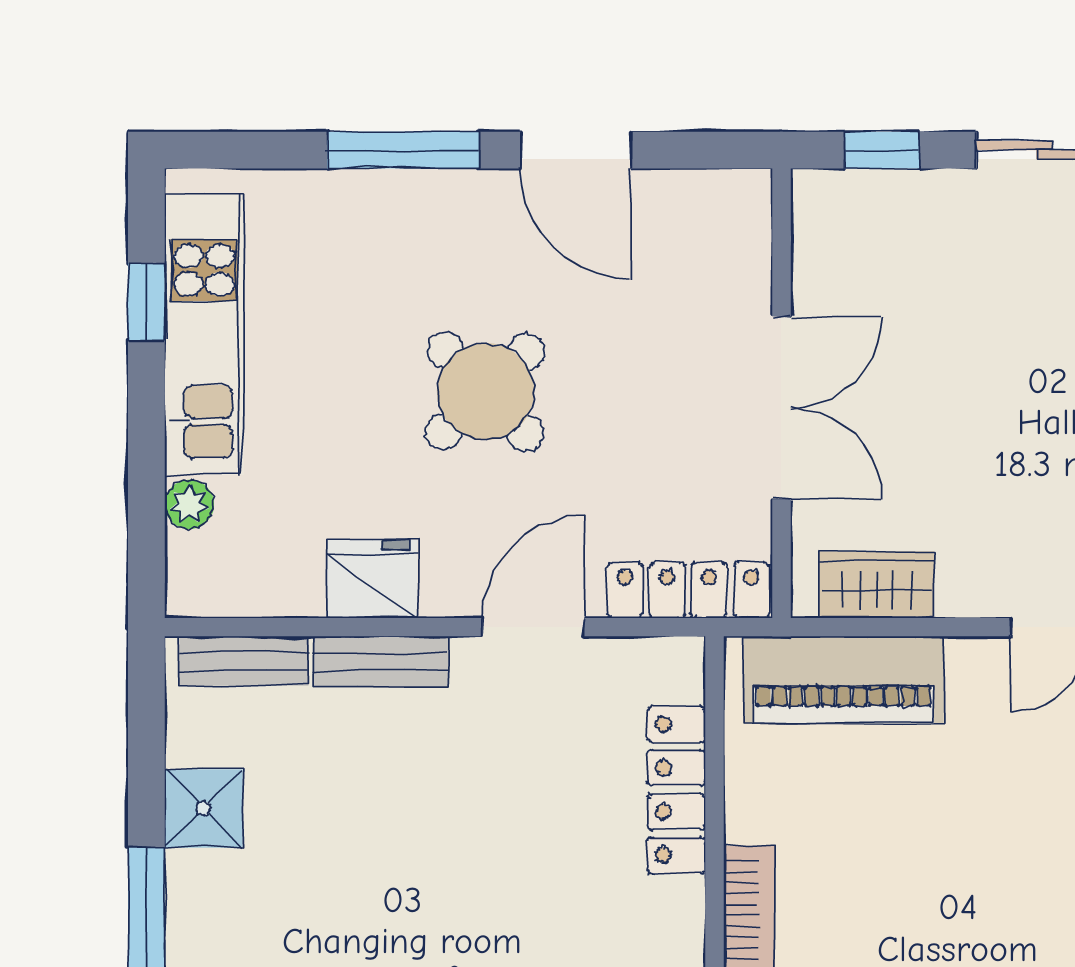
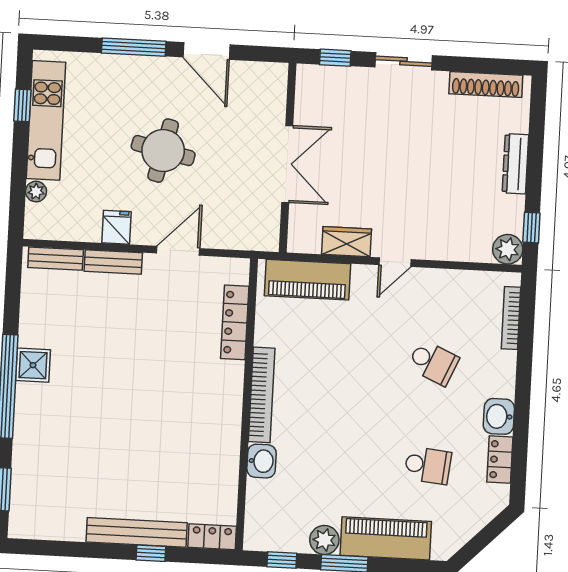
round table: (486, 392) -> (163, 151), turned -33
fridge: (372, 579) -> (117, 227), width x0.72
wardrobe: (877, 585) -> (347, 242), moved
locker: (688, 590) -> (244, 239), removed
shower: (204, 808) -> (33, 365), moved

